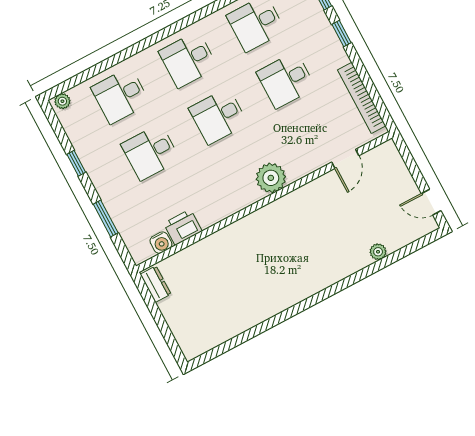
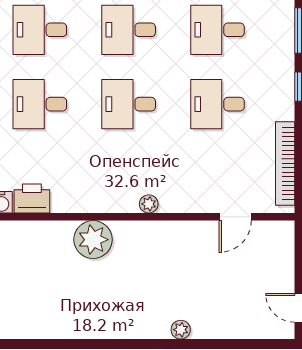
plant: (271, 178) -> (149, 204), width x0.53, depth x0.53
plant: (246, 234) -> (93, 240), added
plant: (378, 252) -> (181, 330), moved

